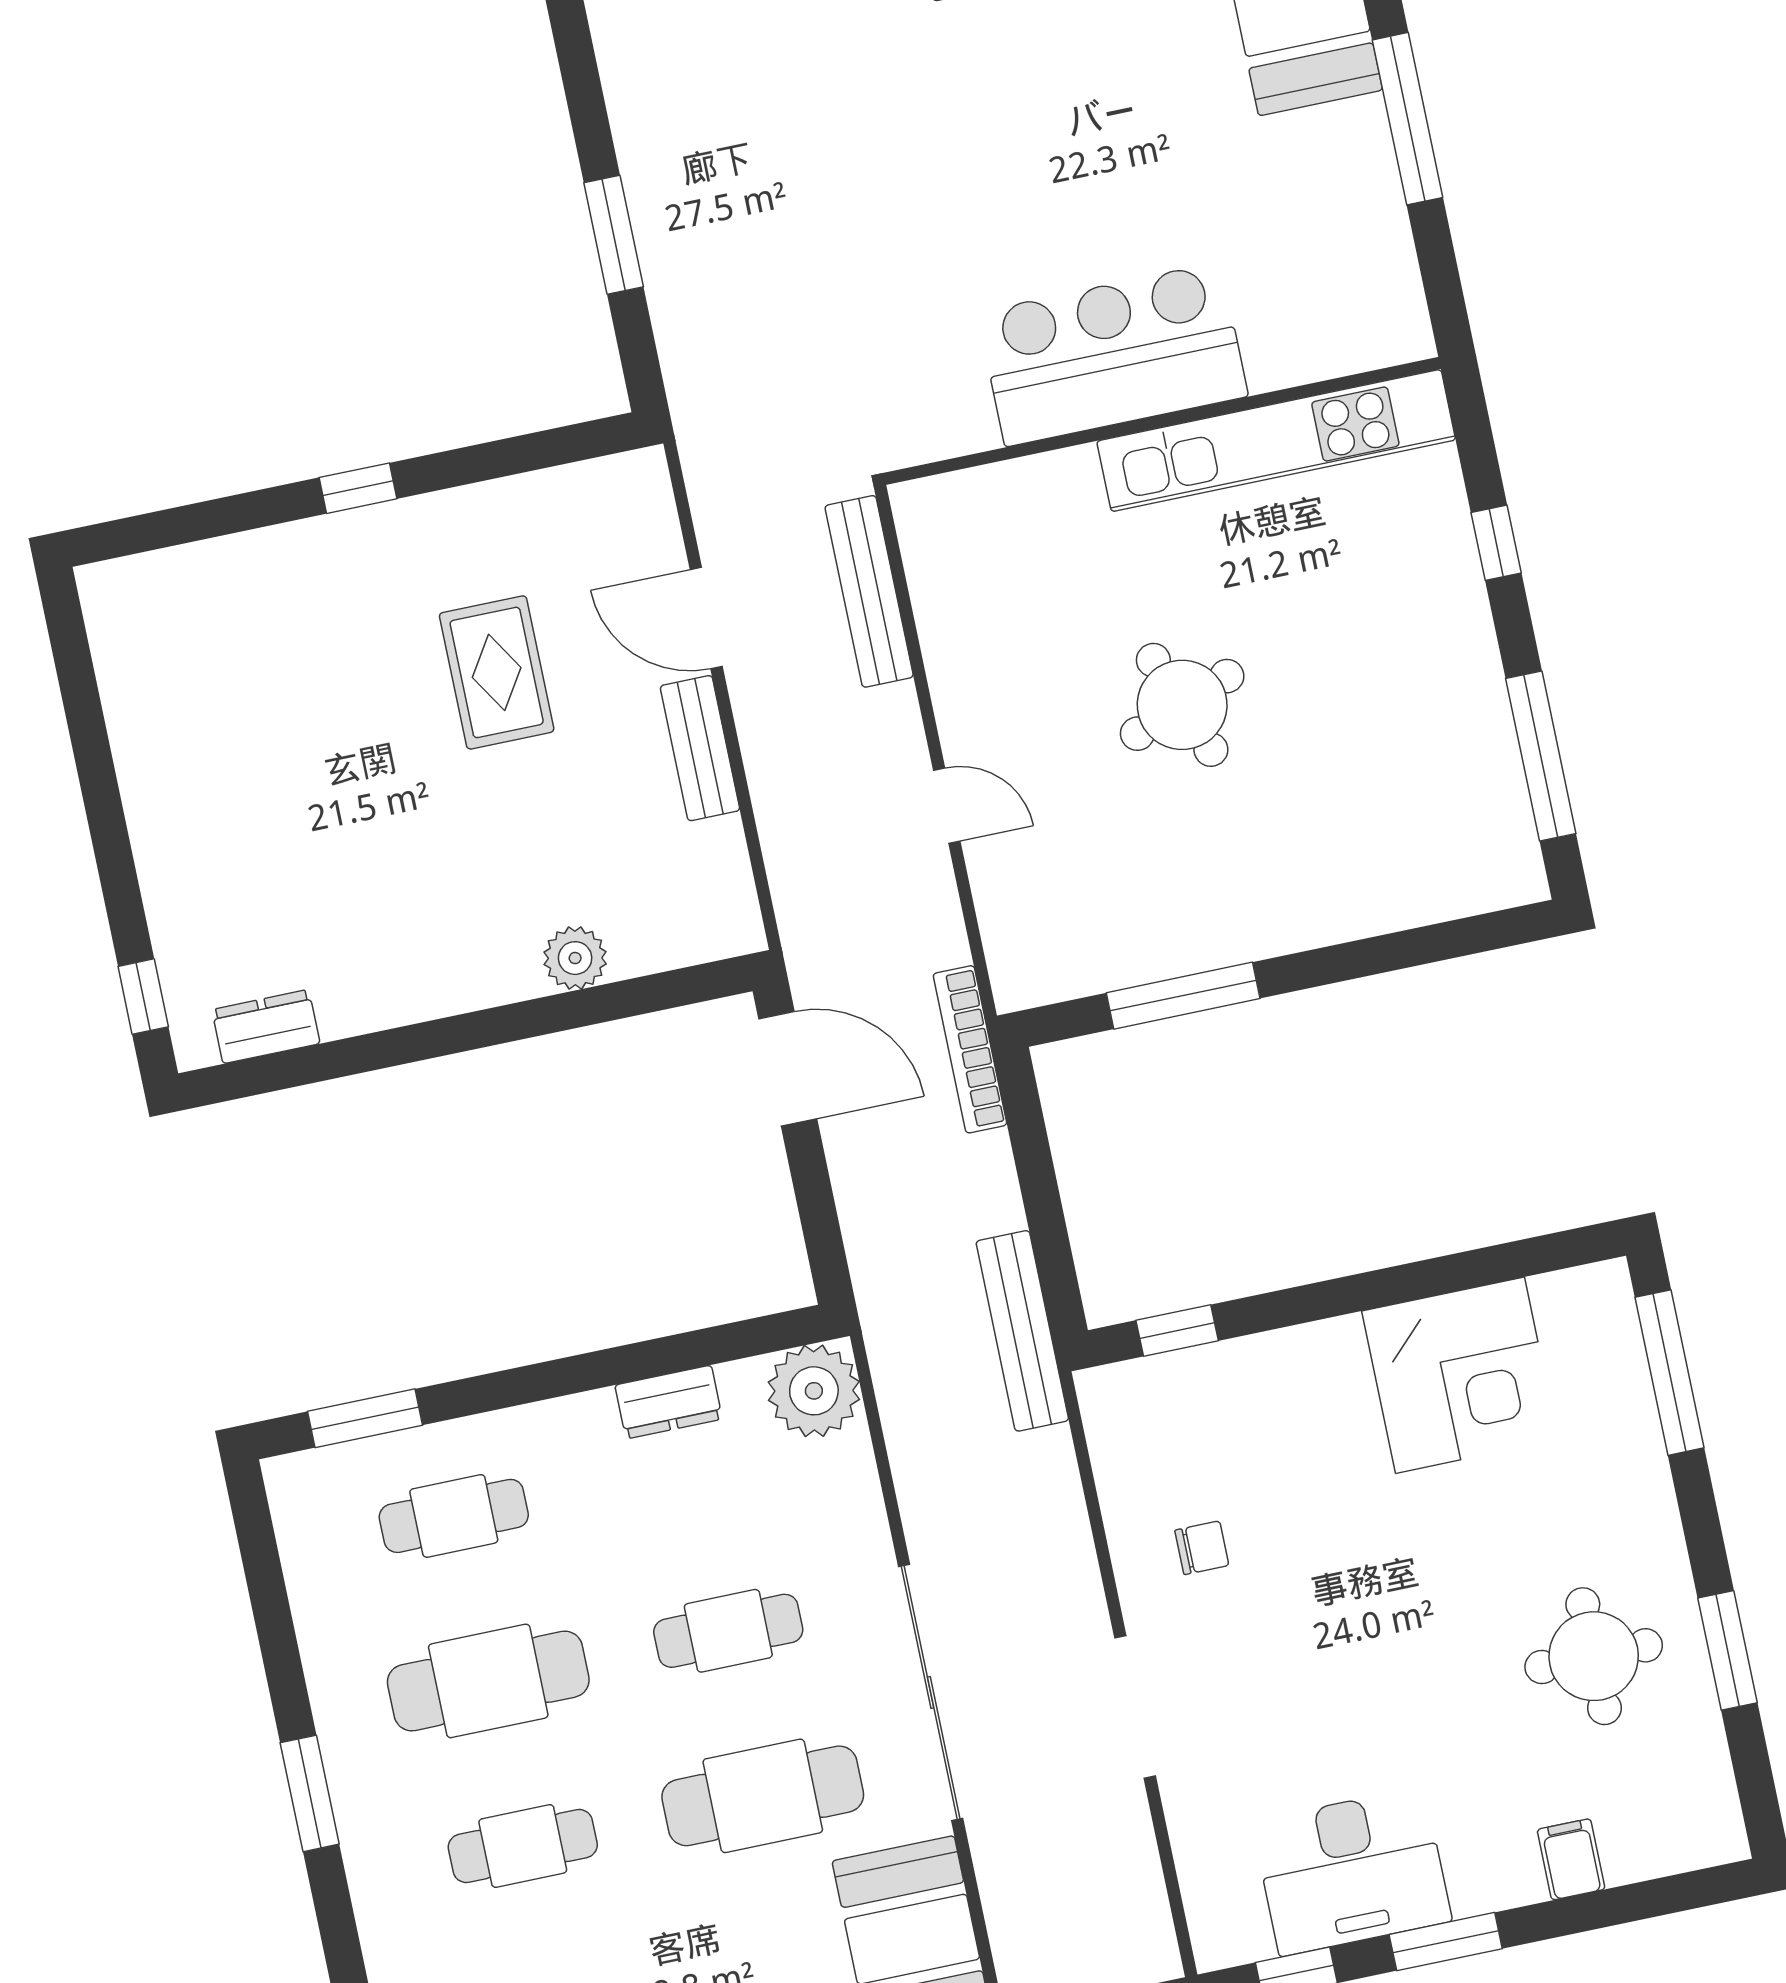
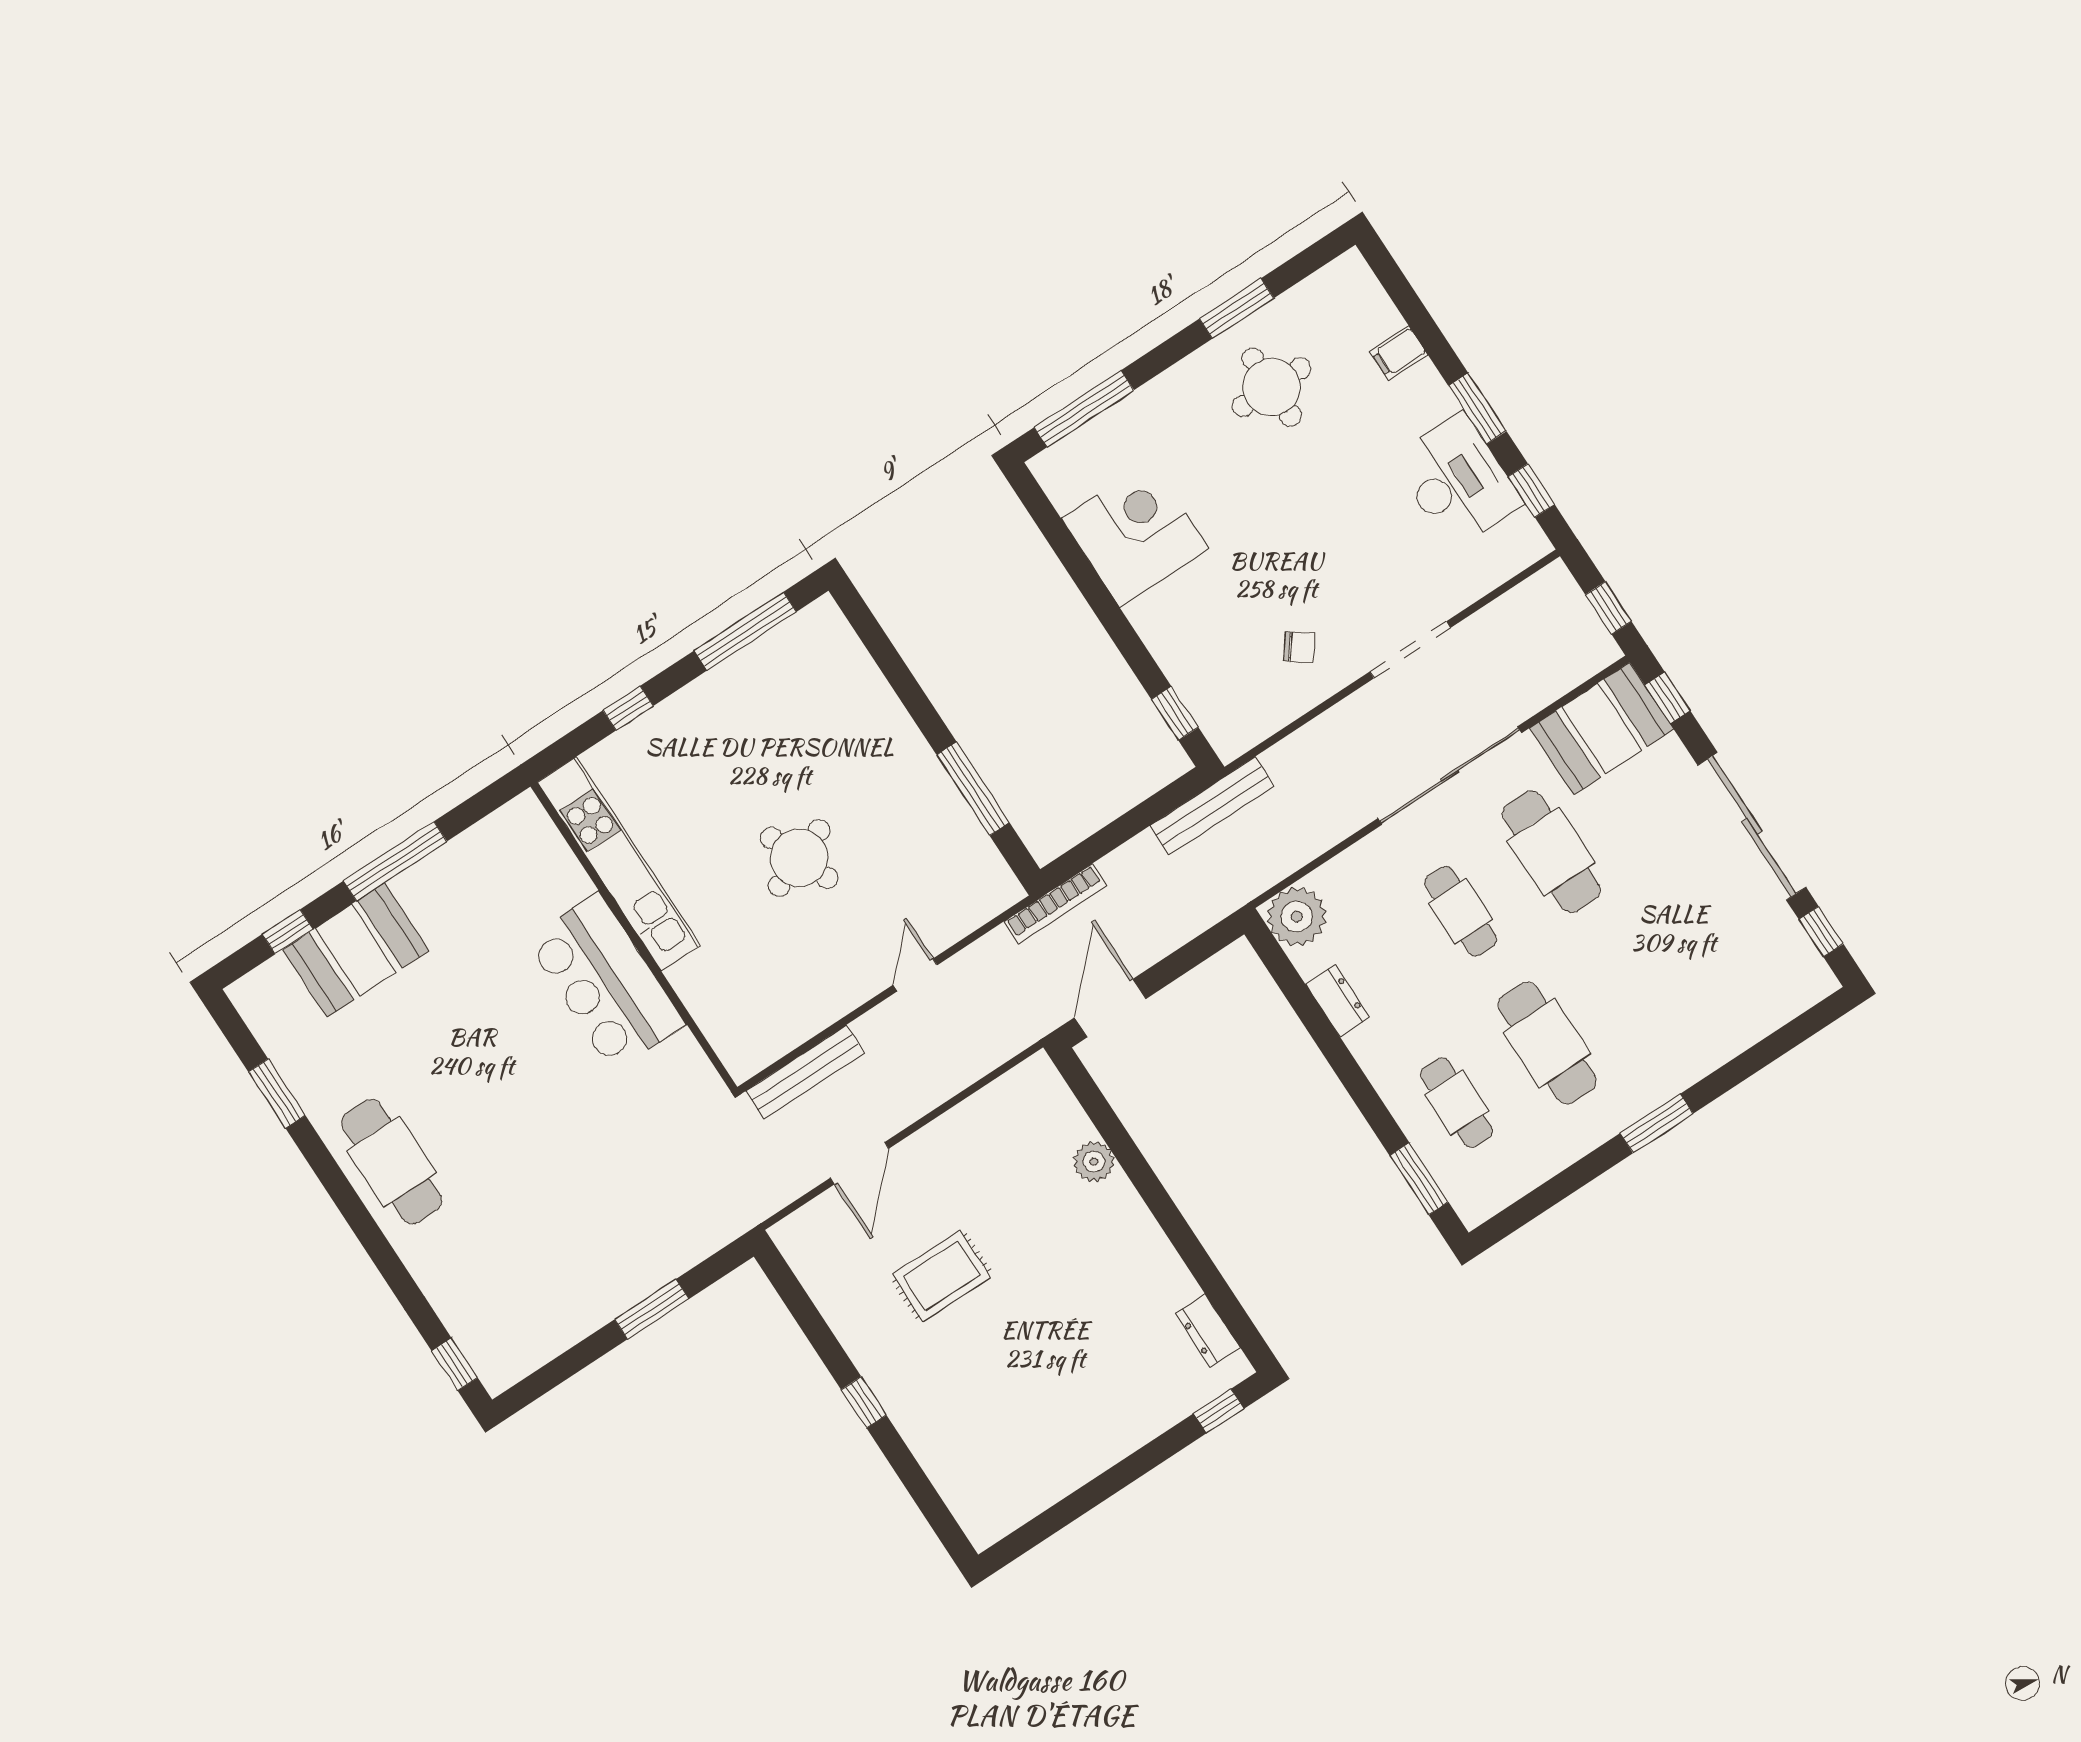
bench: (700, 748) -> (939, 1136), removed
chair: (1202, 1548) -> (1299, 647), turned 127
cafe table: (523, 1846) -> (1638, 984), removed

